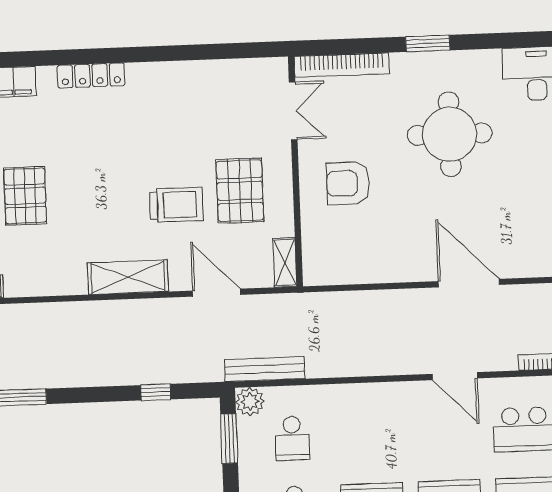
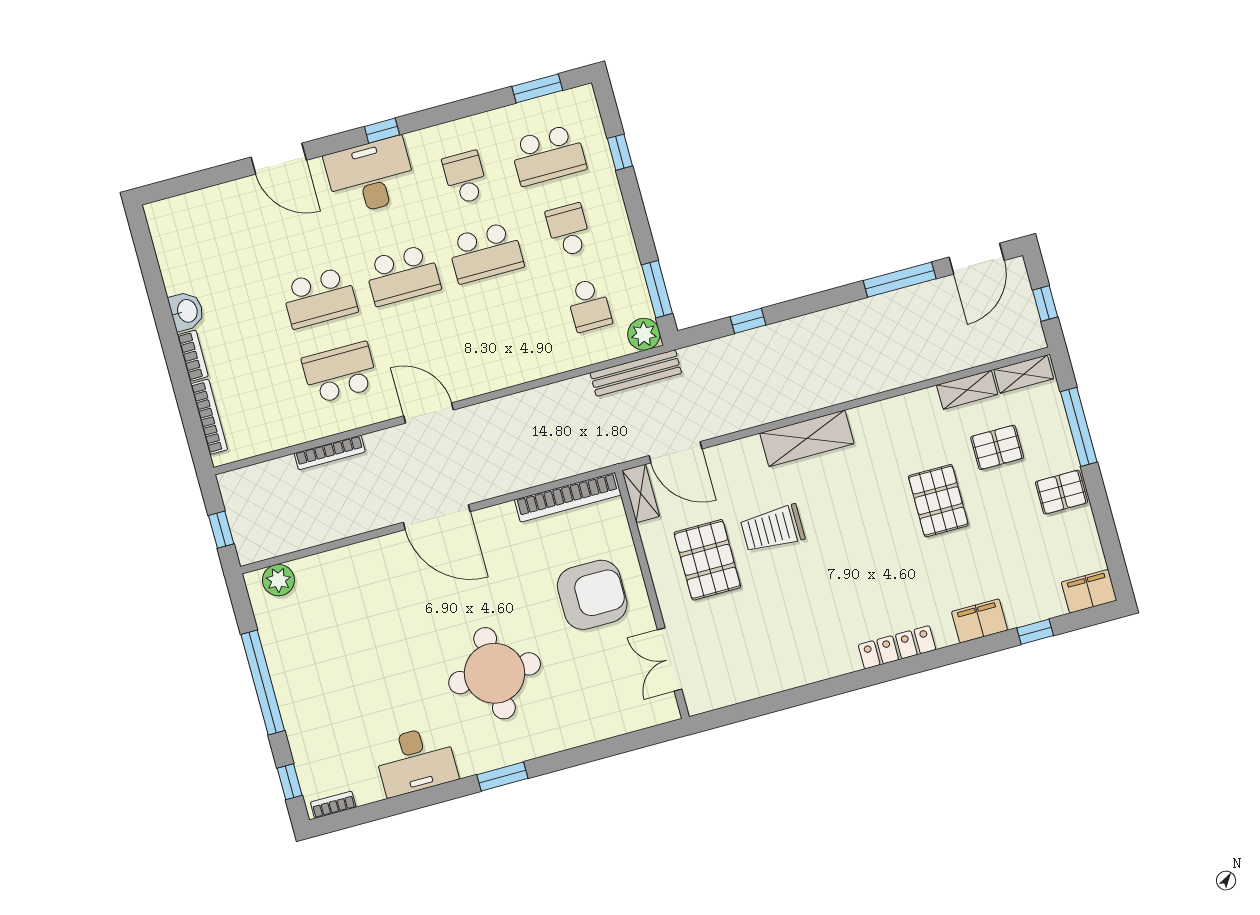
window: (428, 43) -> (502, 776), moved
bookcase: (342, 65) -> (568, 497), moved, turned 180
armchair: (348, 183) -> (592, 595), width x1.36, depth x1.36
door: (216, 293) -> (675, 452), moved
school desk: (292, 438) -> (589, 305), turned 180

